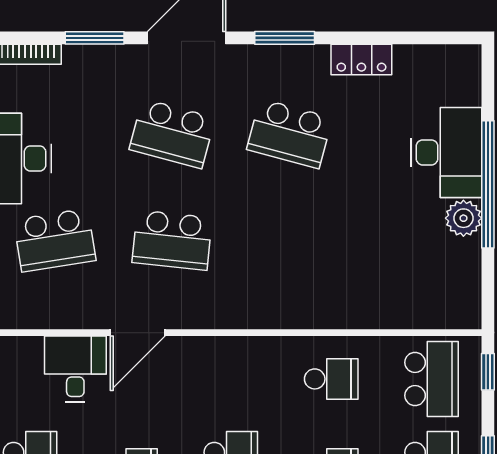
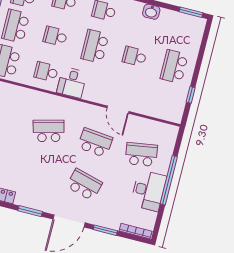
school desk: (290, 134) -> (49, 131), moved, turned -30
door: (138, 333) -> (118, 110), swing flipped
desk: (75, 369) -> (72, 83), moved

